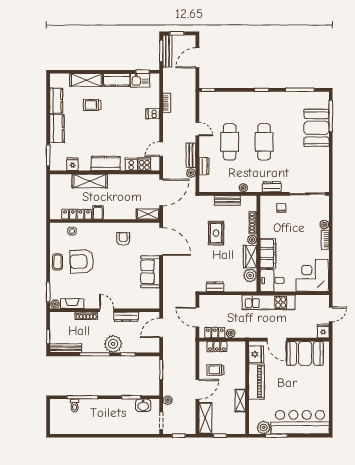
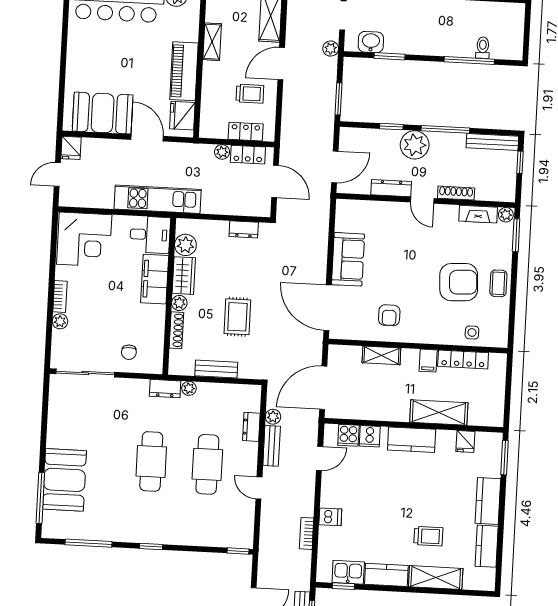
dresser: (272, 187) -> (165, 389), moved
shelving: (148, 214) -> (381, 355), moved

